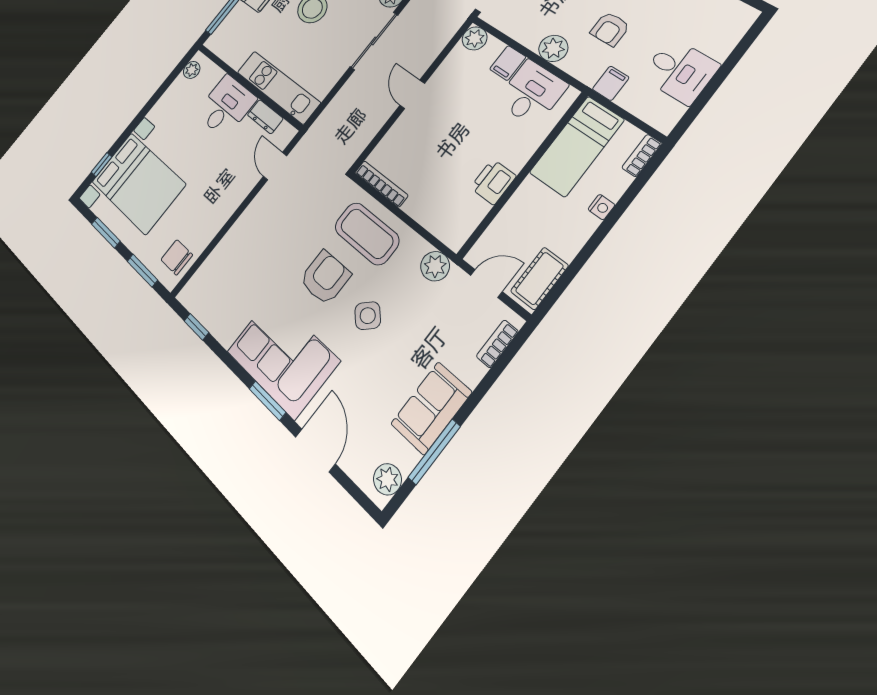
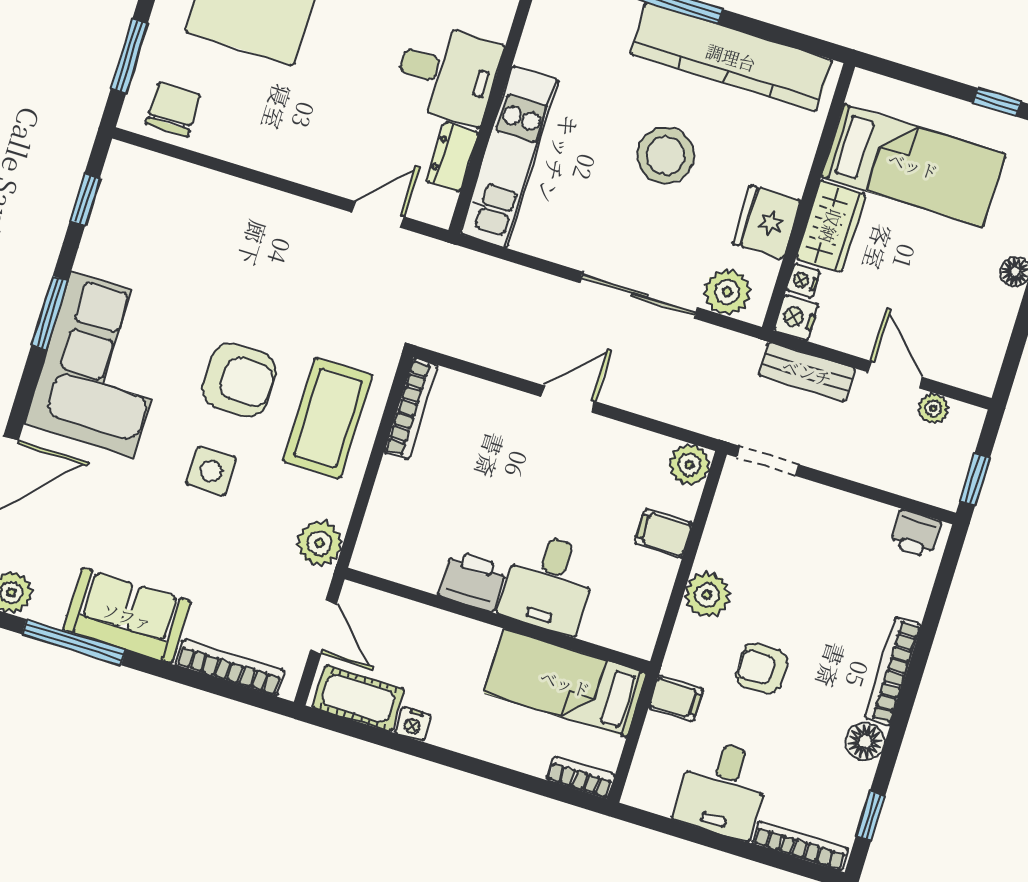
bookcase: (735, 34) -> (800, 846), added
desk: (532, 93) -> (549, 583), moved, turned 90
nightstand: (601, 207) -> (413, 724), moved
side table: (368, 316) -> (211, 471), turned 45
bookcase: (497, 344) -> (230, 668), width x1.56
window: (267, 401) -> (50, 313), moved

